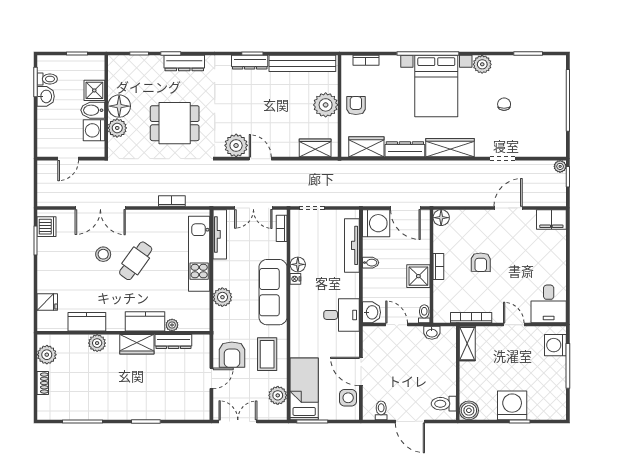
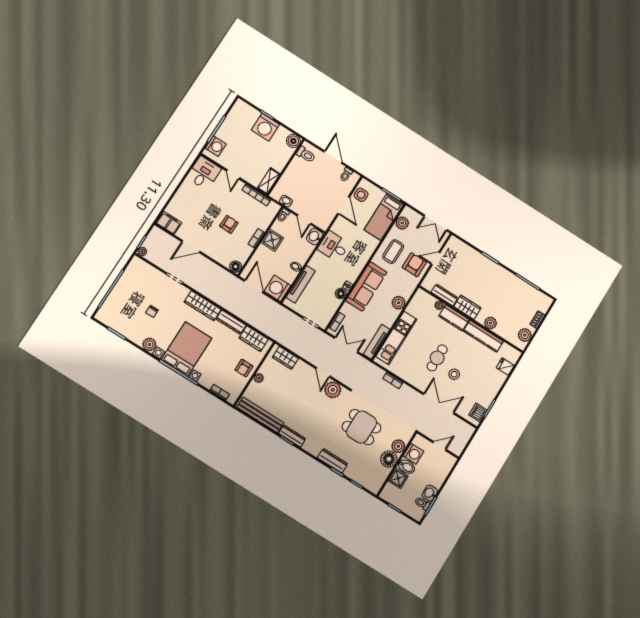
plant: (326, 105) -> (259, 378), width x0.53, depth x0.53
cafe table: (136, 261) -> (437, 358), turned -36
kitchen counter: (87, 322) -> (483, 336), width x1.50

